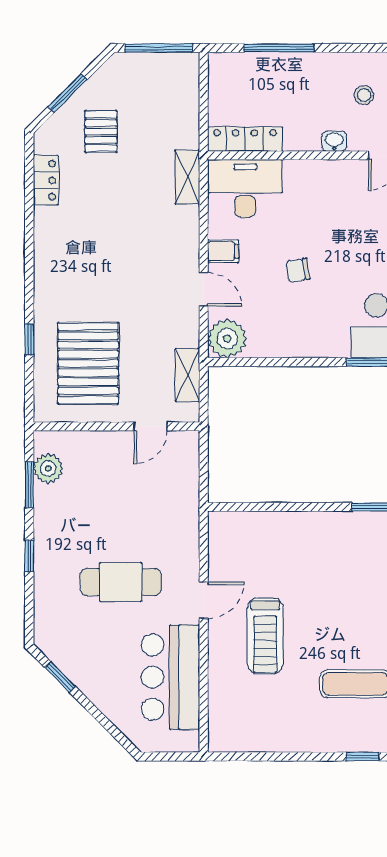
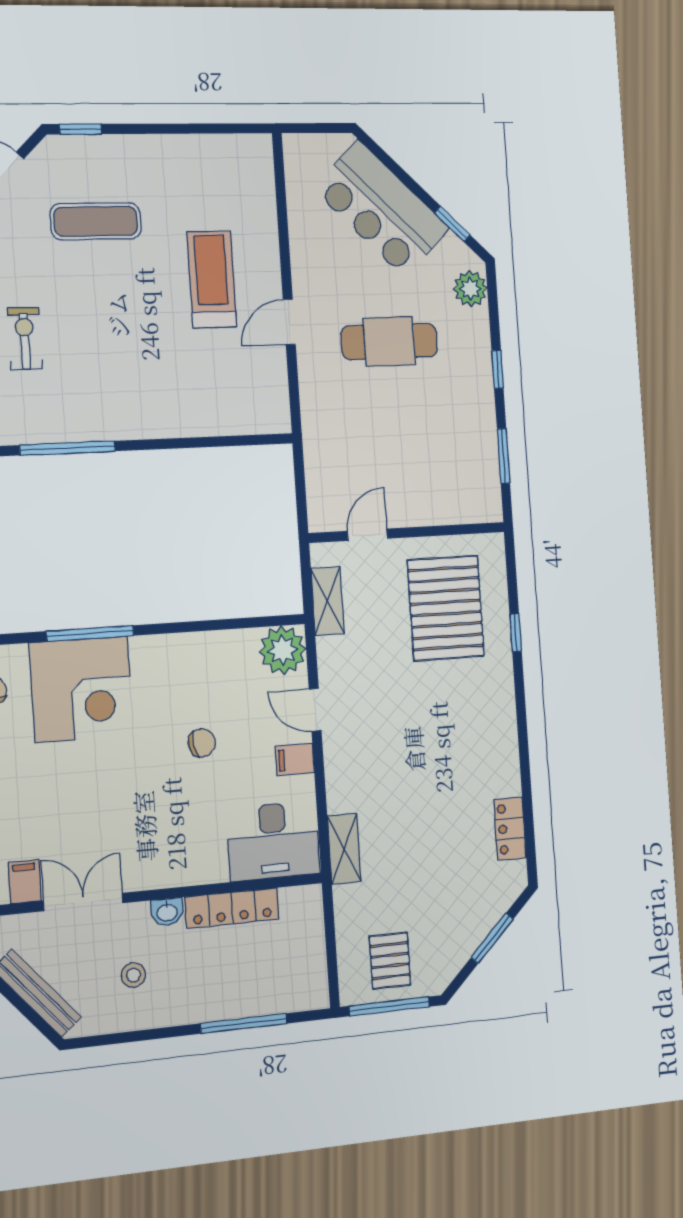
pallet: (101, 131) -> (390, 960), moved
locker: (245, 139) -> (232, 908), moved
plant: (48, 469) -> (470, 289), moved
bar counter: (171, 677) -> (382, 209), moved, turned 135

